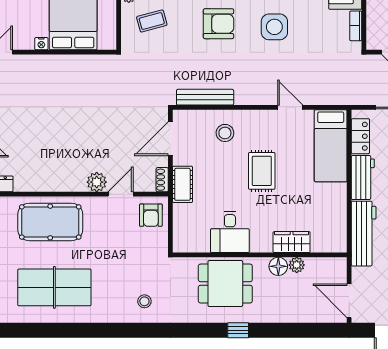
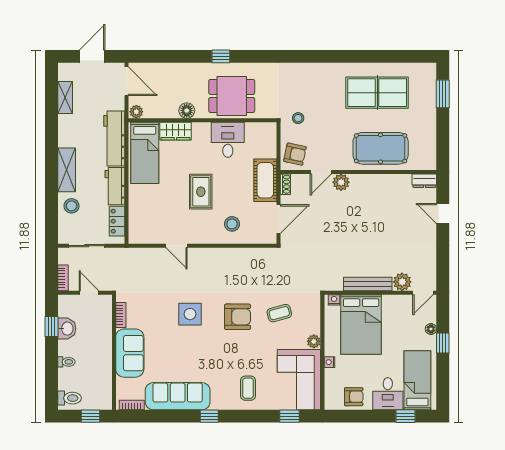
coffee table: (152, 21) -> (279, 313), moved
armchair: (218, 24) -> (238, 317), turned 180
nightstand: (41, 44) -> (334, 300), moved
plant: (25, 65) -> (402, 282), added
bench: (205, 97) -> (368, 284), moved
bed: (331, 146) -> (145, 153), moved, turned 180
cot: (182, 184) -> (265, 180), width x1.37, depth x1.34
armchair: (151, 215) -> (295, 154), turned 102
plant: (297, 265) -> (136, 112), moved
stool: (144, 301) -> (298, 118), moved

